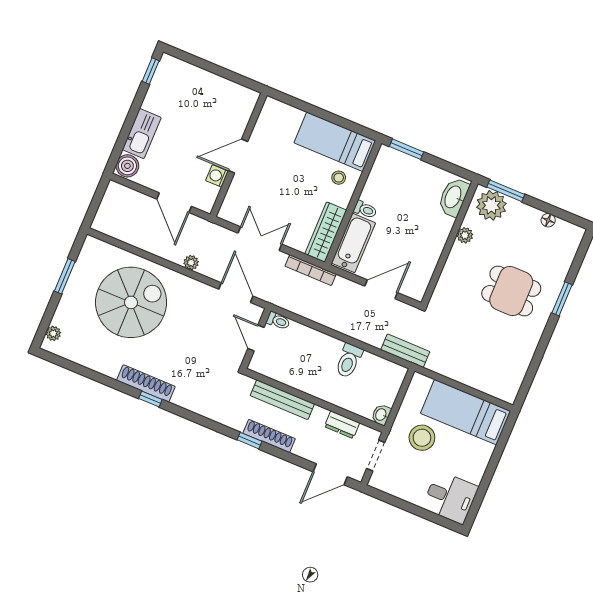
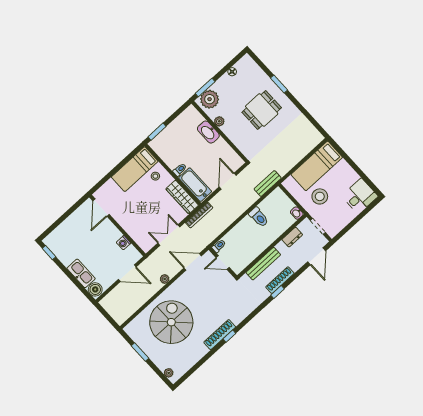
door: (238, 156) -> (101, 208), moved
washbasin: (454, 197) -> (208, 132), moved

